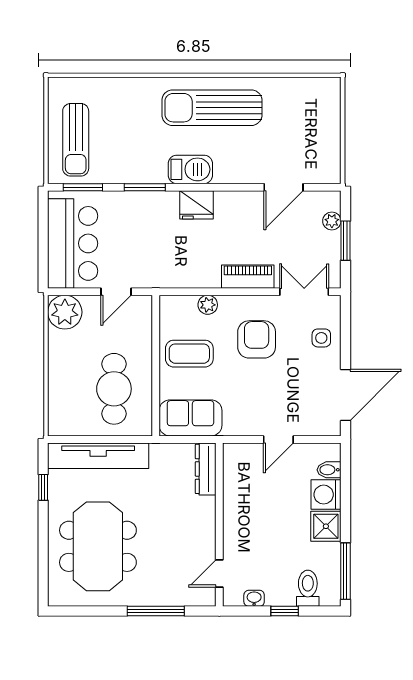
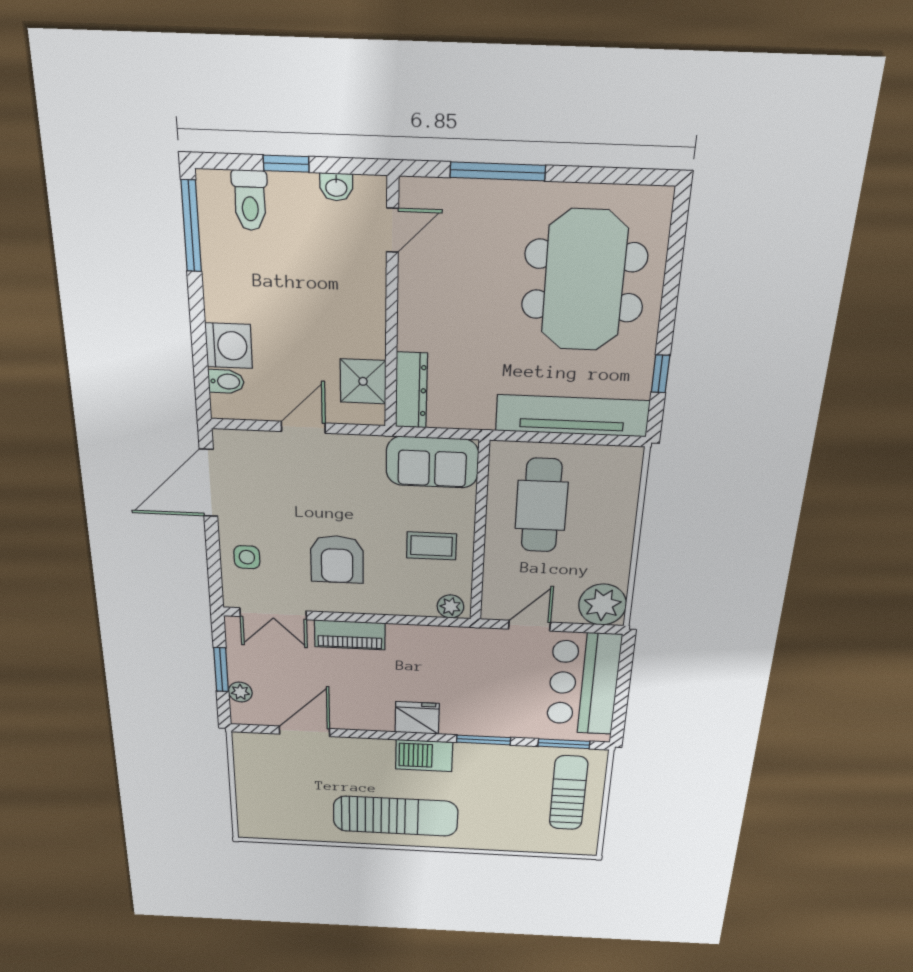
plant: (208, 305) -> (450, 606), moved
coffee table: (189, 354) -> (431, 546), width x0.73, depth x0.77
shower: (326, 526) -> (363, 381), moved

